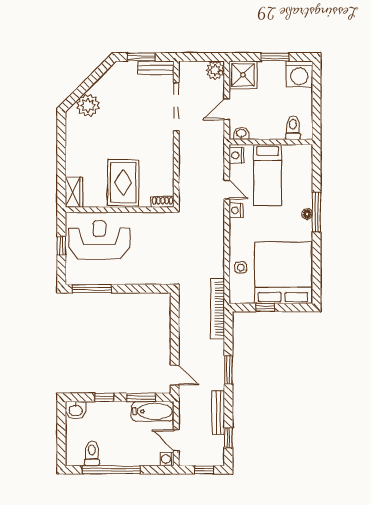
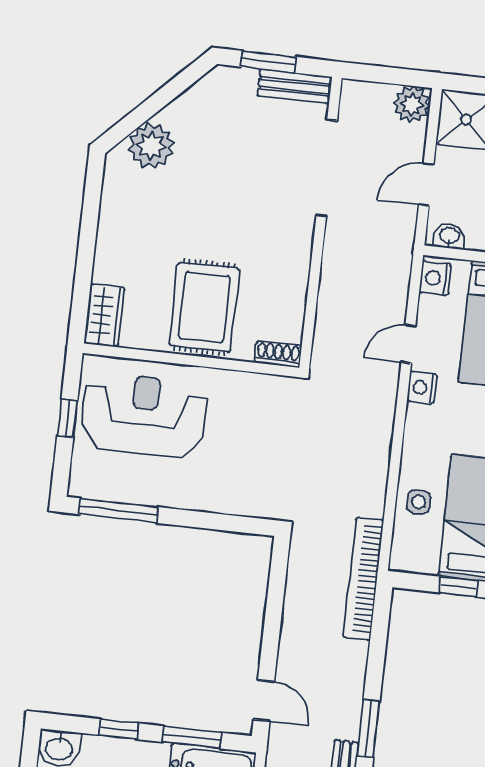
door: (227, 190) -> (408, 344), swing flipped
window: (228, 370) -> (368, 729), moved

